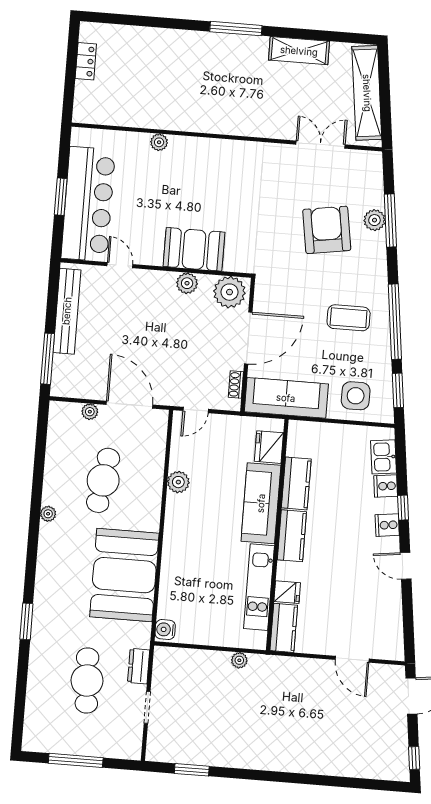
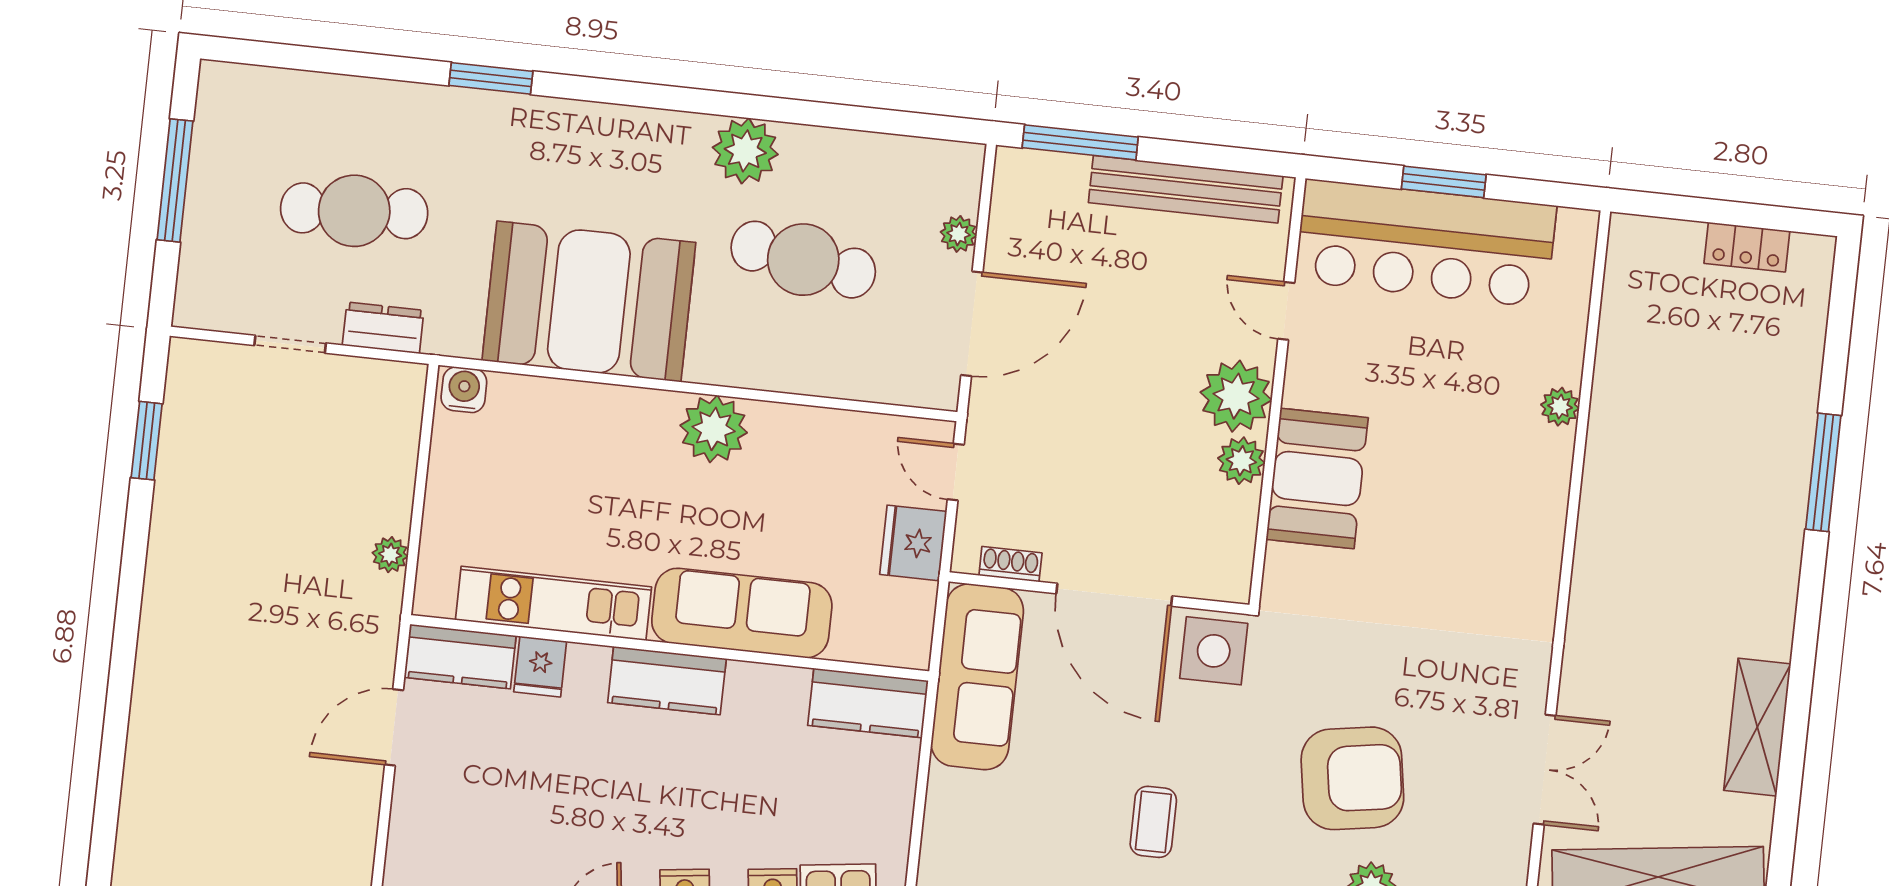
window: (236, 29) -> (1823, 472), moved
door: (120, 265) -> (1286, 311), swing flipped
plant: (229, 292) -> (1236, 396), moved
coffee table: (349, 318) -> (1153, 822), width x0.73, depth x0.77
side table: (356, 396) -> (1214, 651), moved
fridge: (269, 447) -> (913, 543), moved, turned -90
plant: (178, 482) -> (714, 429), moved, width x1.36, depth x1.36
kitchen counter: (296, 483) -> (868, 703), moved
plant: (48, 514) -> (745, 151), width x1.88, depth x1.88
door: (352, 659) -> (394, 727), moved

